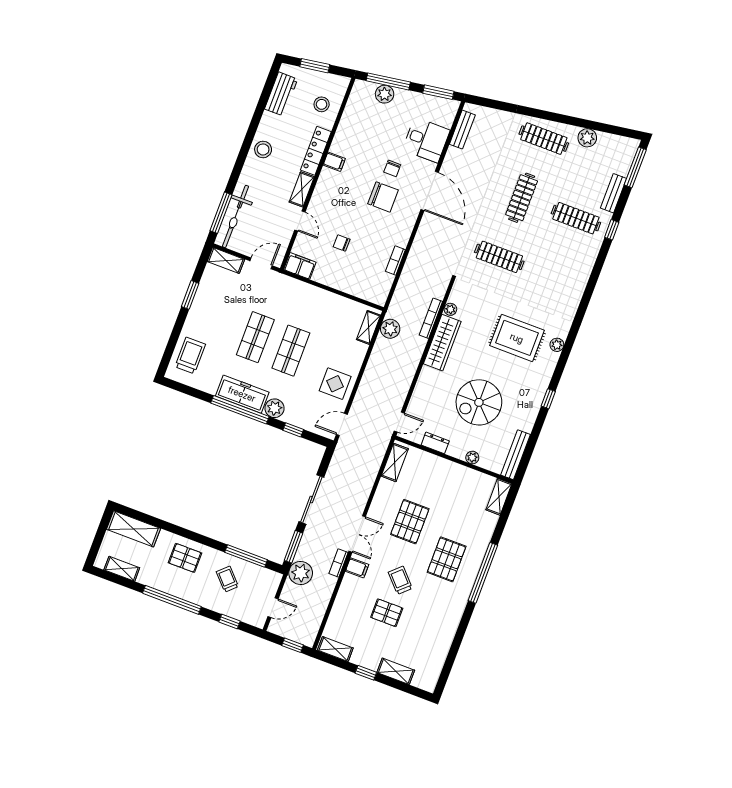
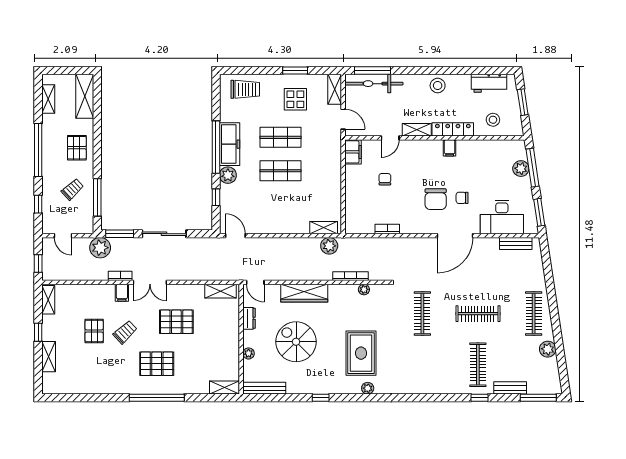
desk: (426, 140) -> (502, 217), width x1.37
wardrobe: (442, 343) -> (304, 293), moved
display table: (335, 384) -> (295, 99), moved

